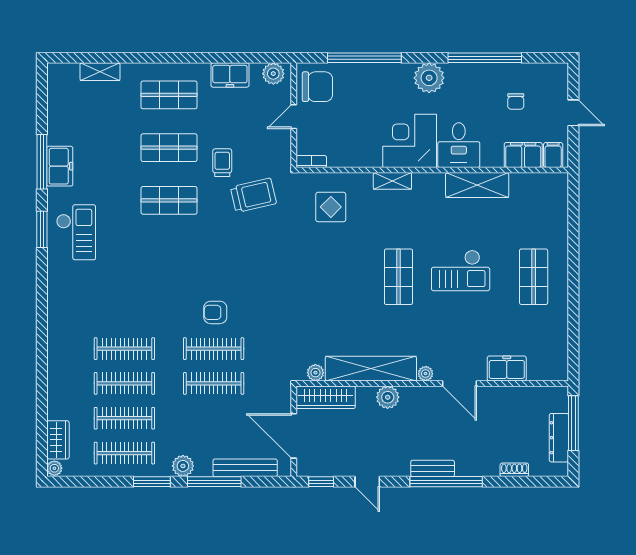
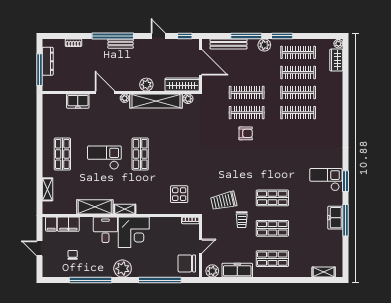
shelving: (100, 72) -> (324, 272), moved
freezer: (230, 75) -> (237, 270), width x1.40
shelving: (392, 181) -> (125, 209), moved
shelving: (559, 215) -> (47, 189), added
checkout: (76, 232) -> (326, 180), turned 90

